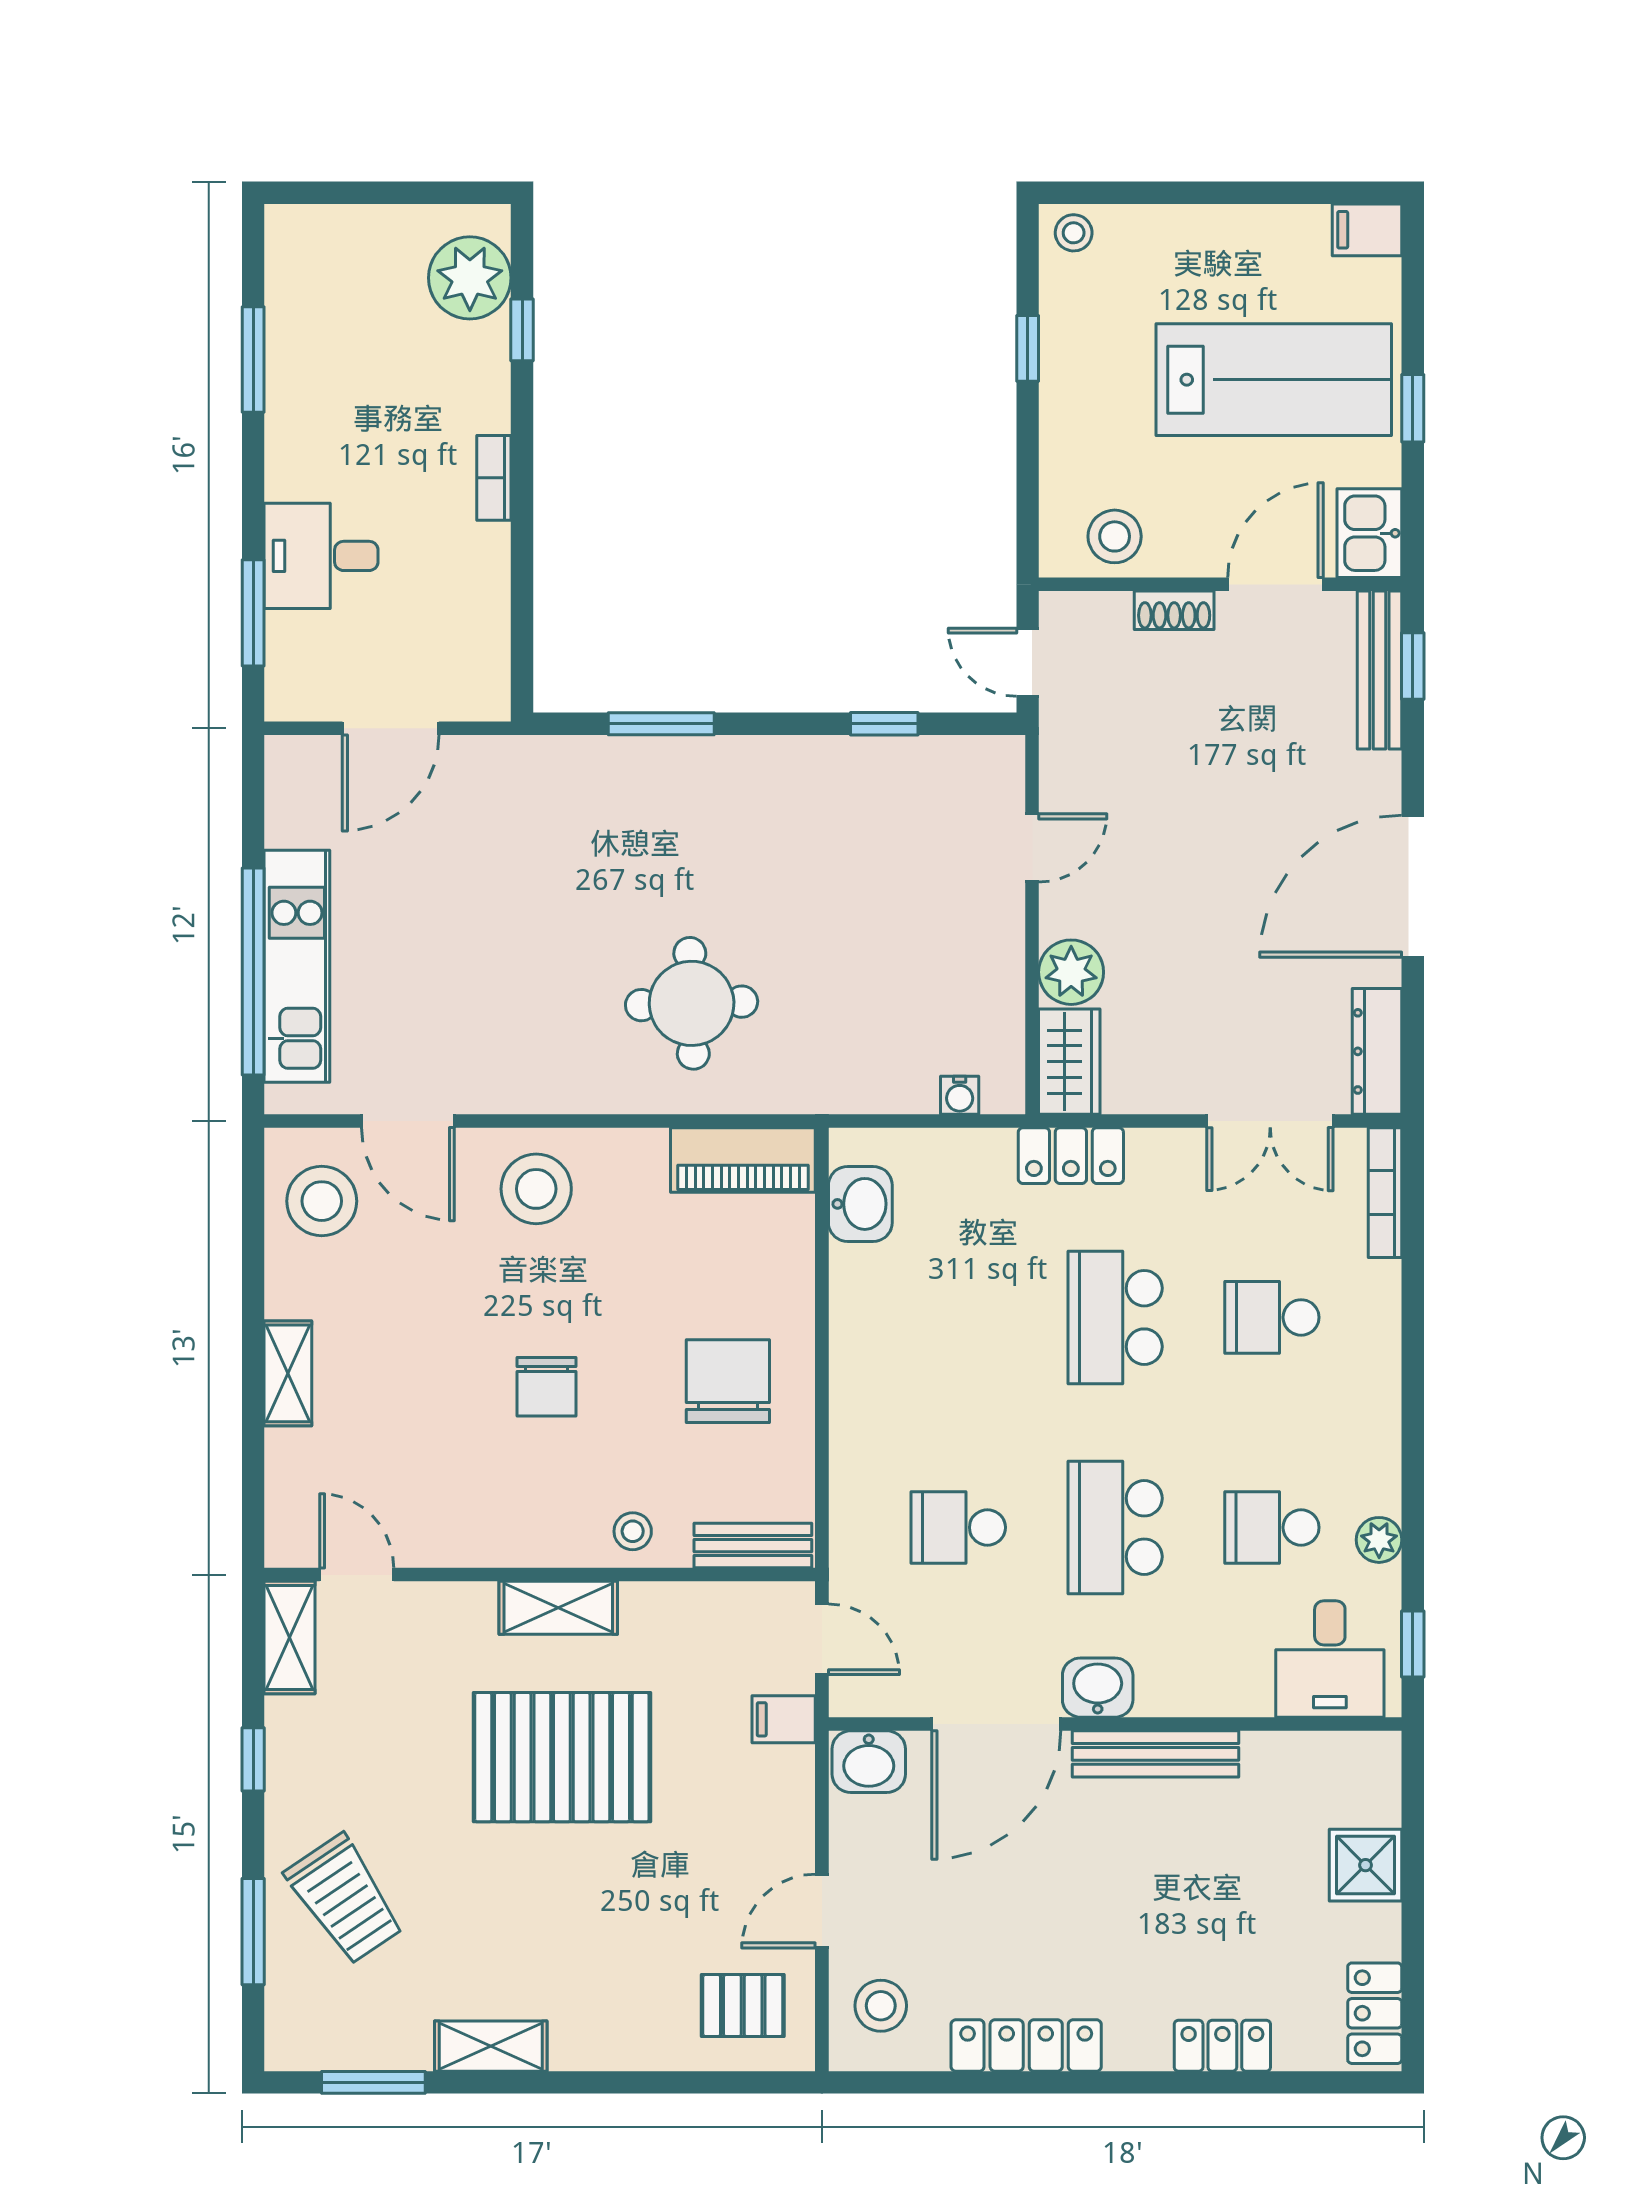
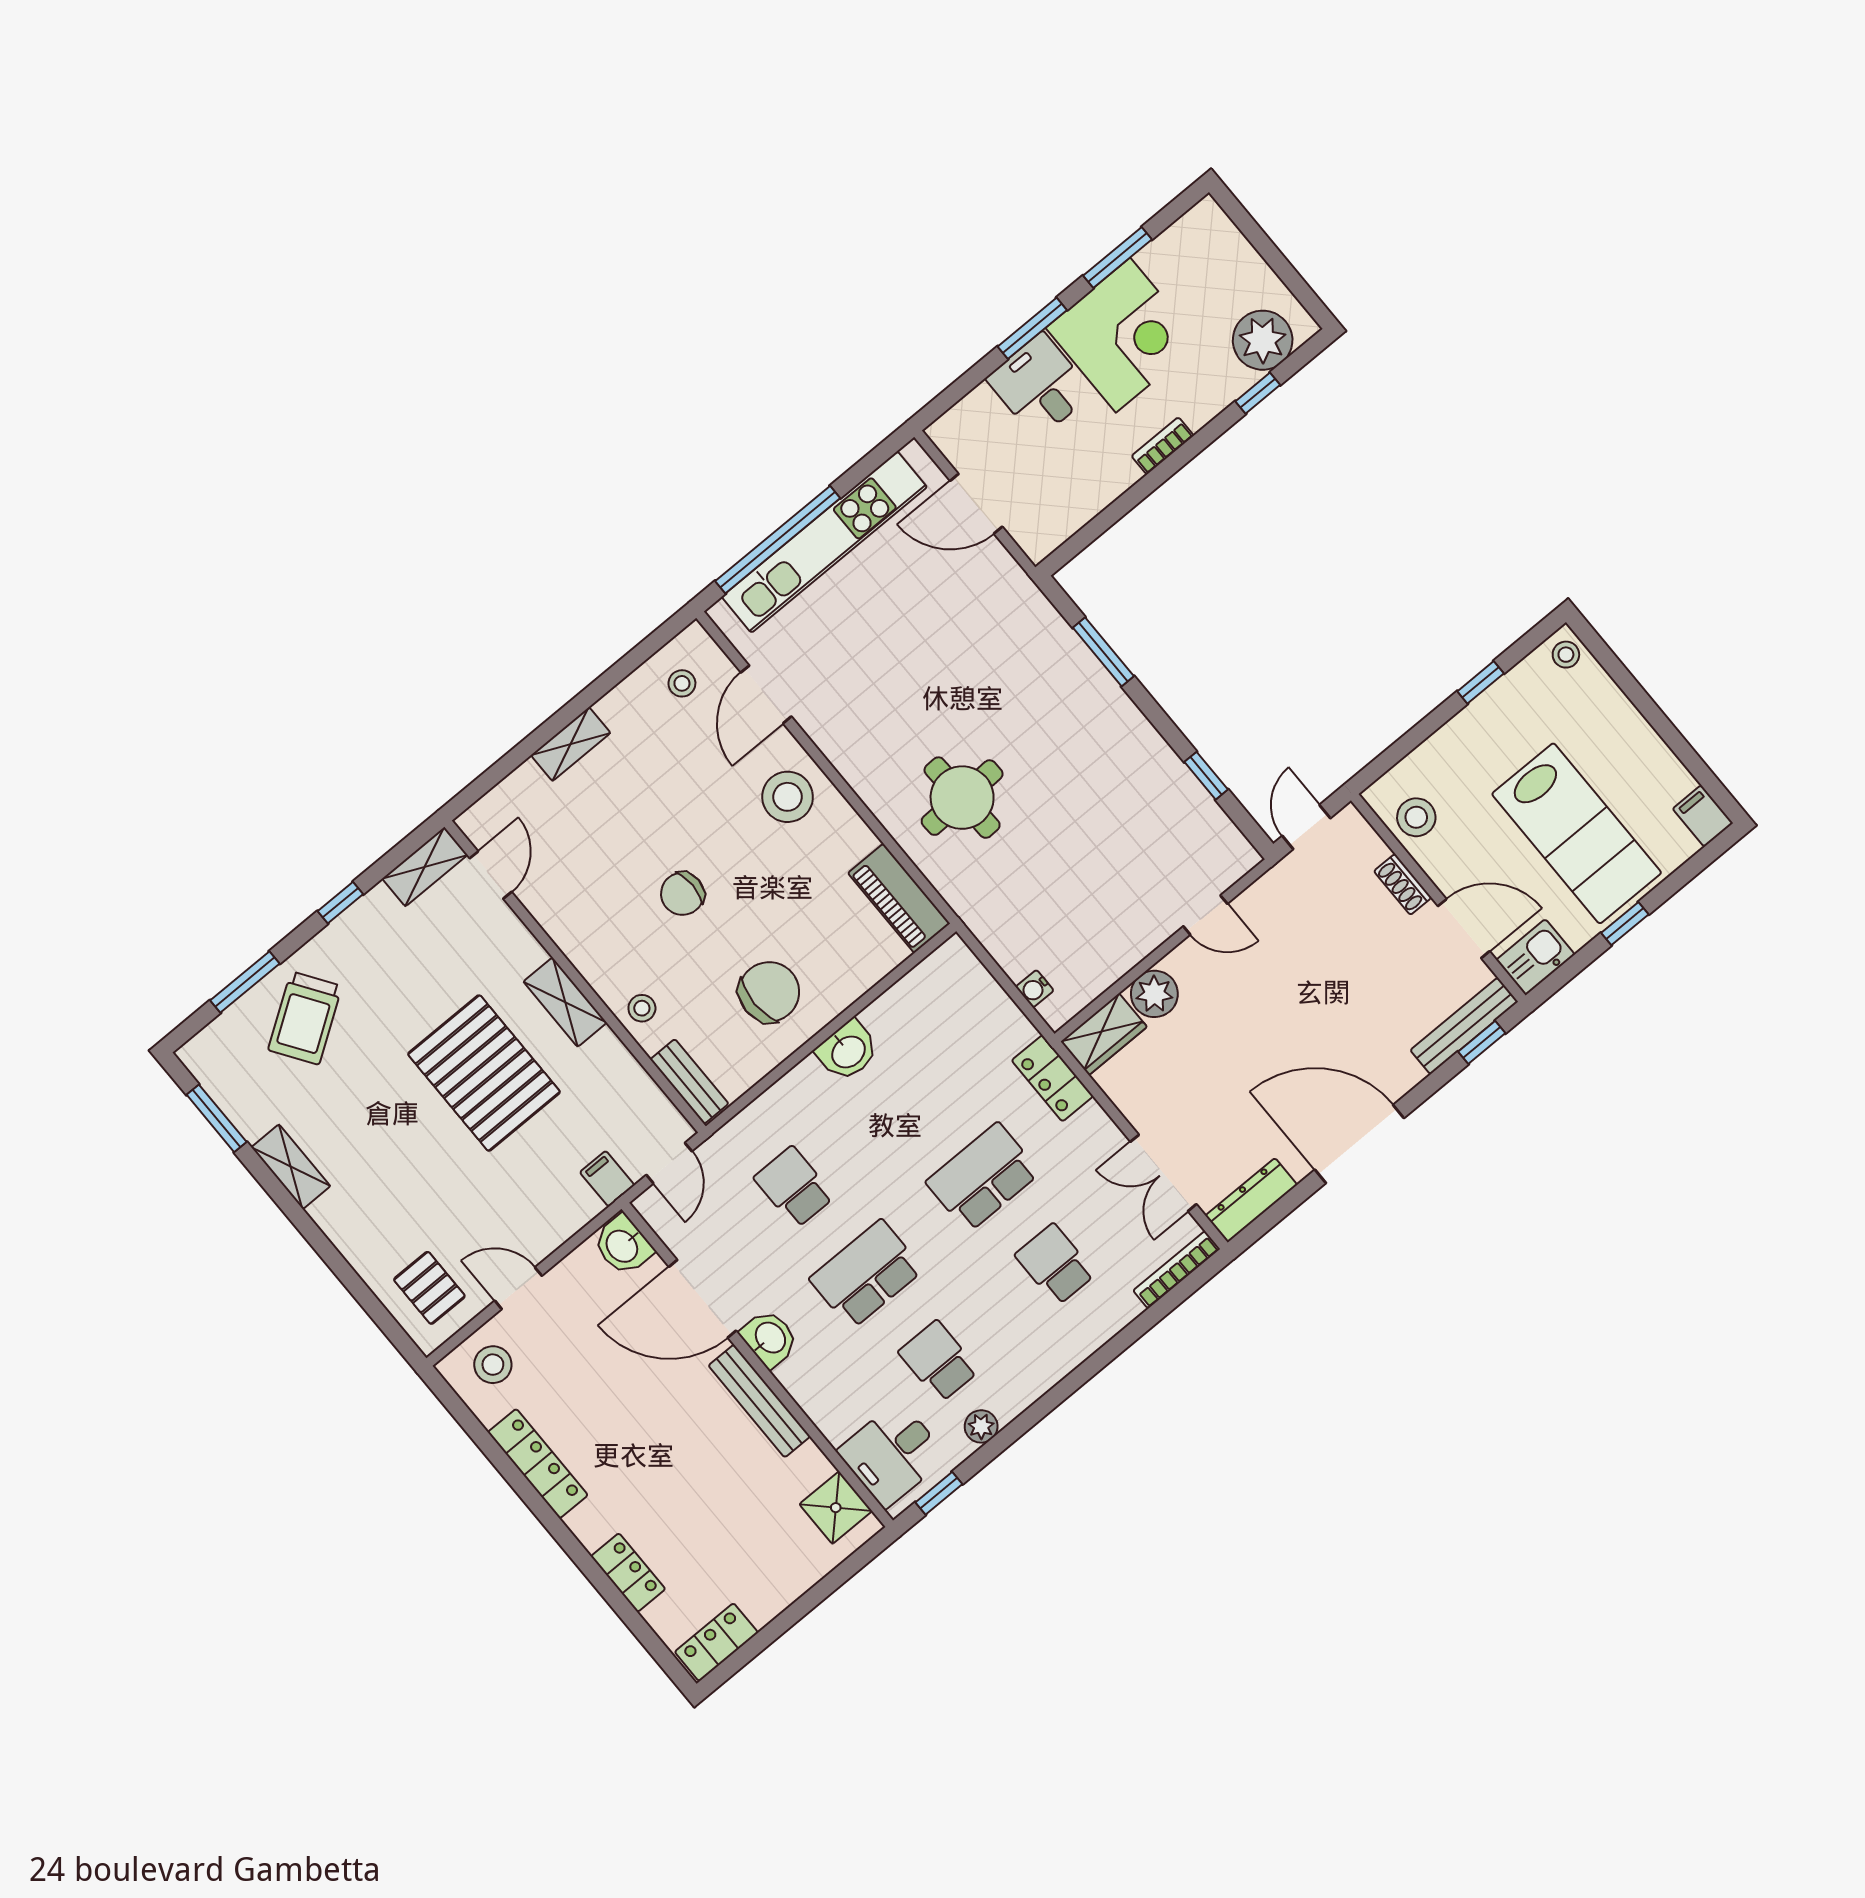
corner desk: (341, 422) -> (1123, 335), added
window: (253, 613) -> (1032, 328), moved
kitchen unit: (297, 966) -> (824, 542), width x1.36
stool: (322, 1201) -> (682, 683), width x0.53, depth x0.53
washbasin: (860, 1204) -> (848, 1051), moved
shower: (1366, 1865) -> (836, 1508), moved

